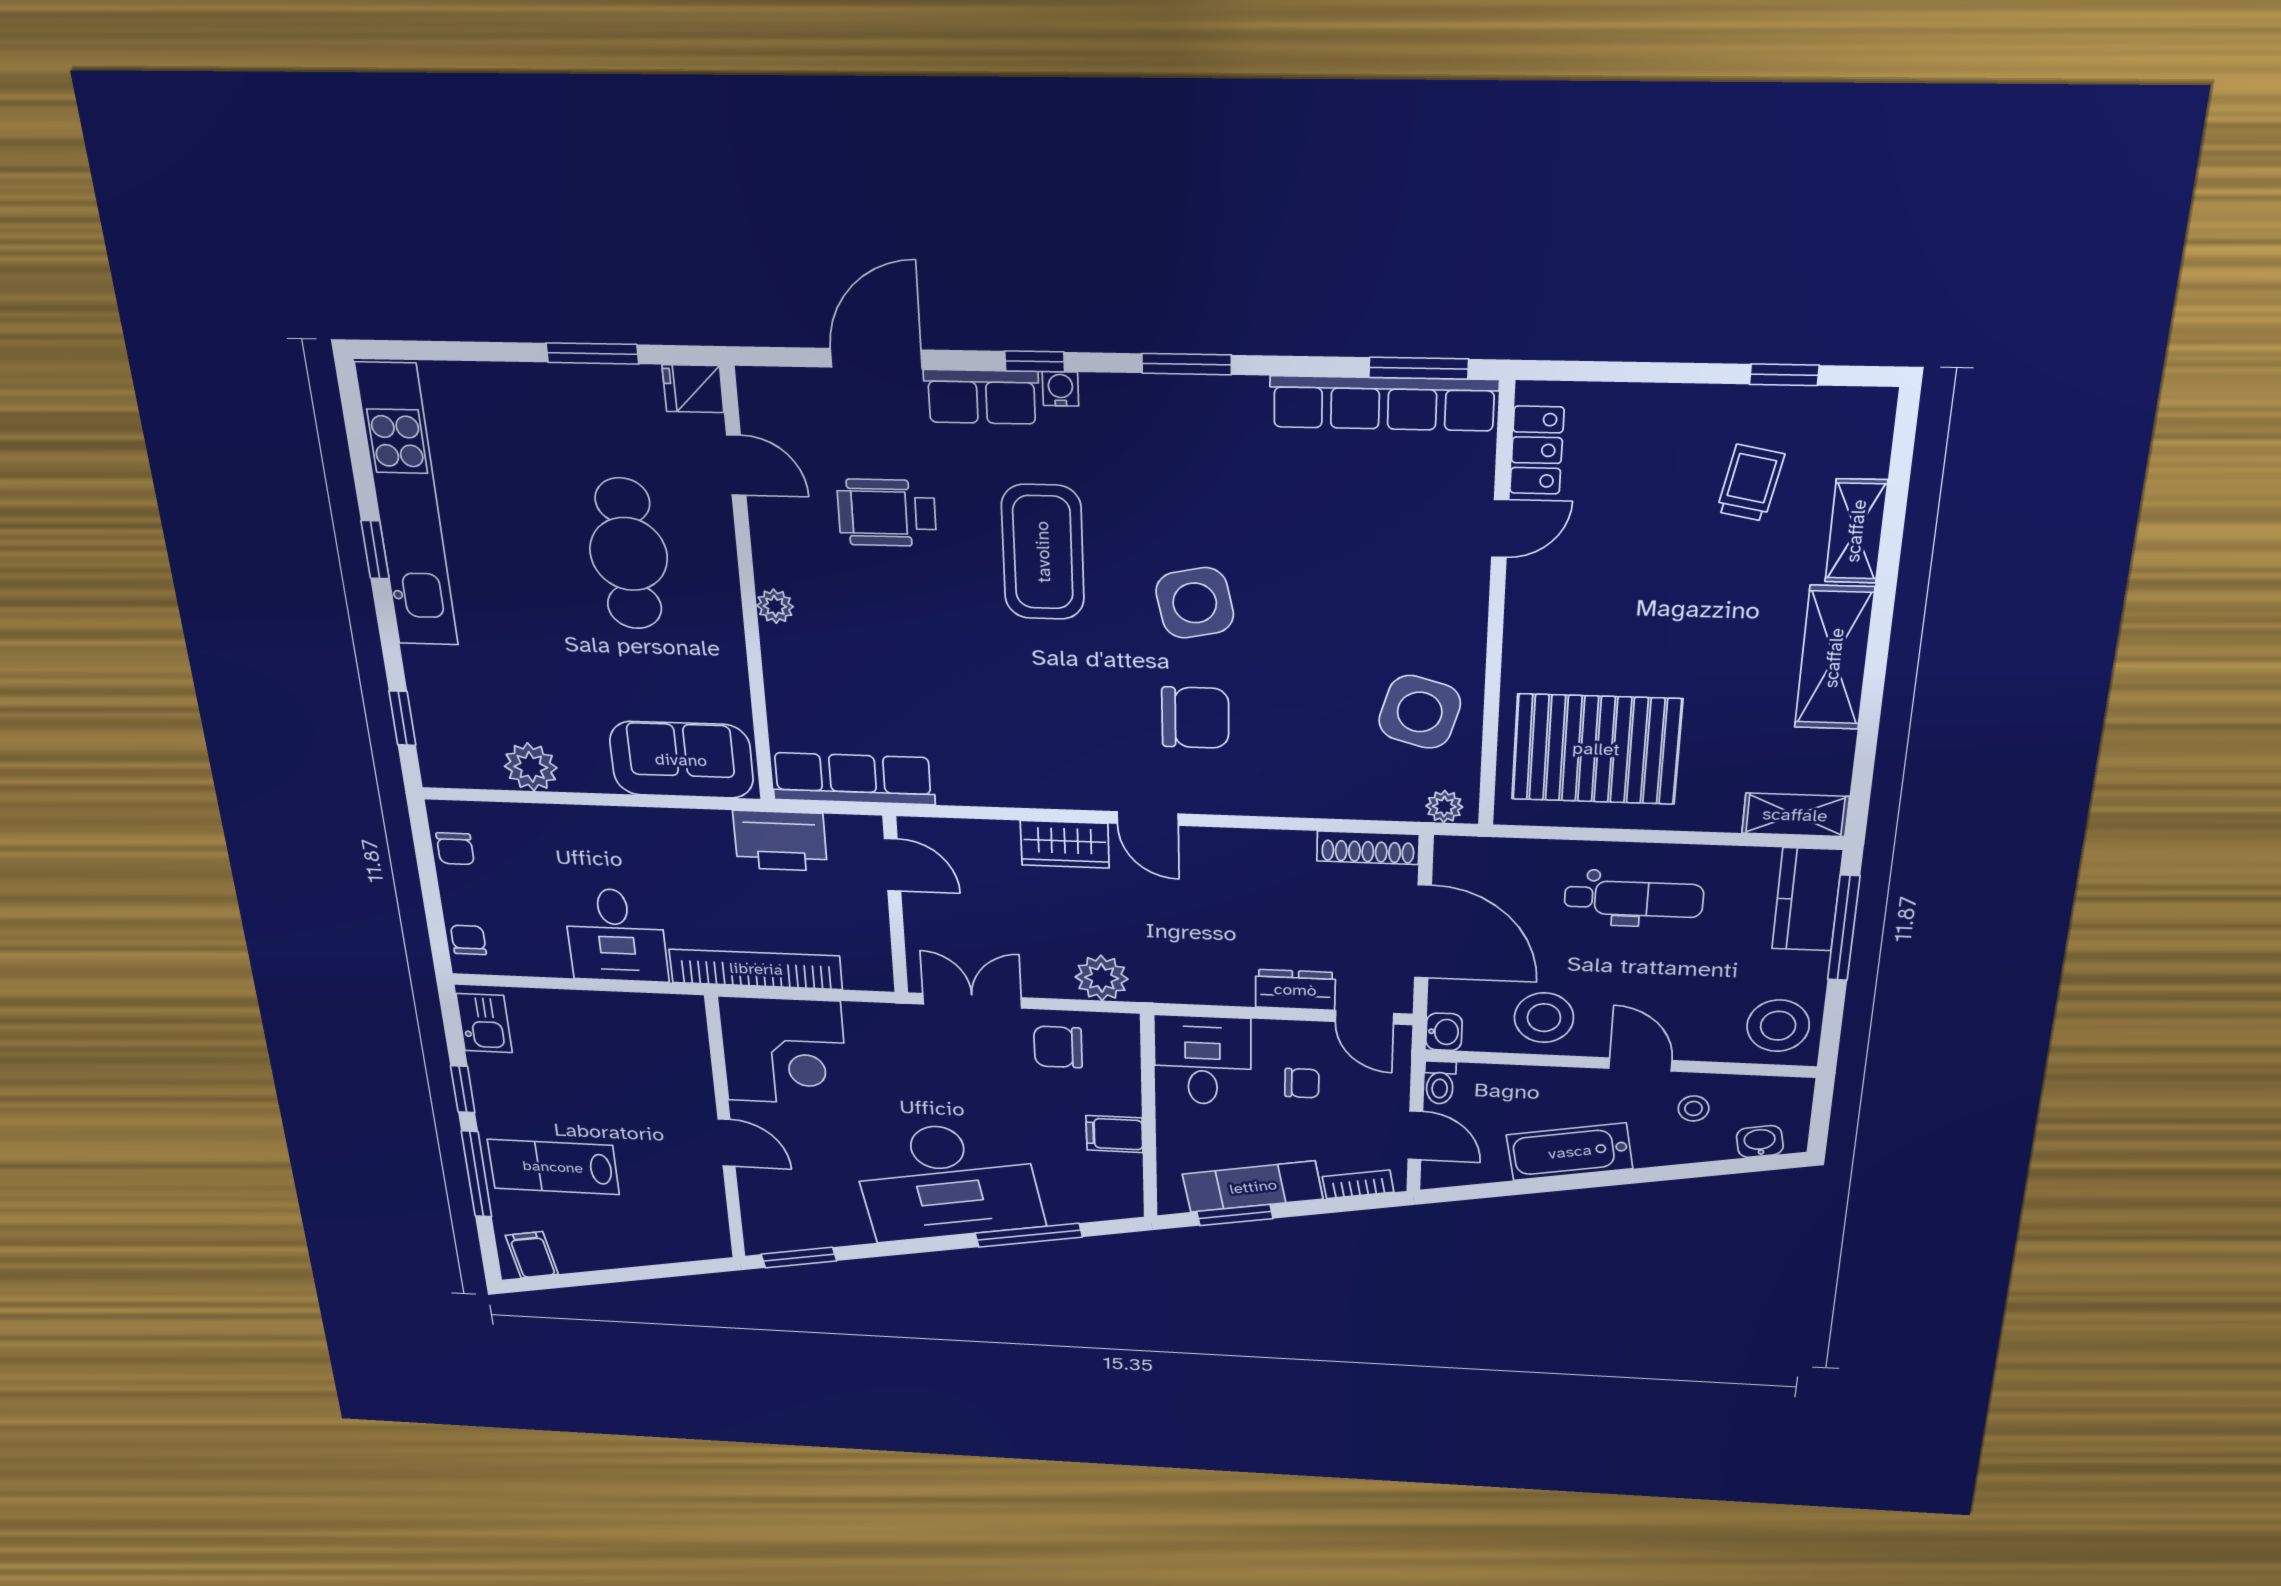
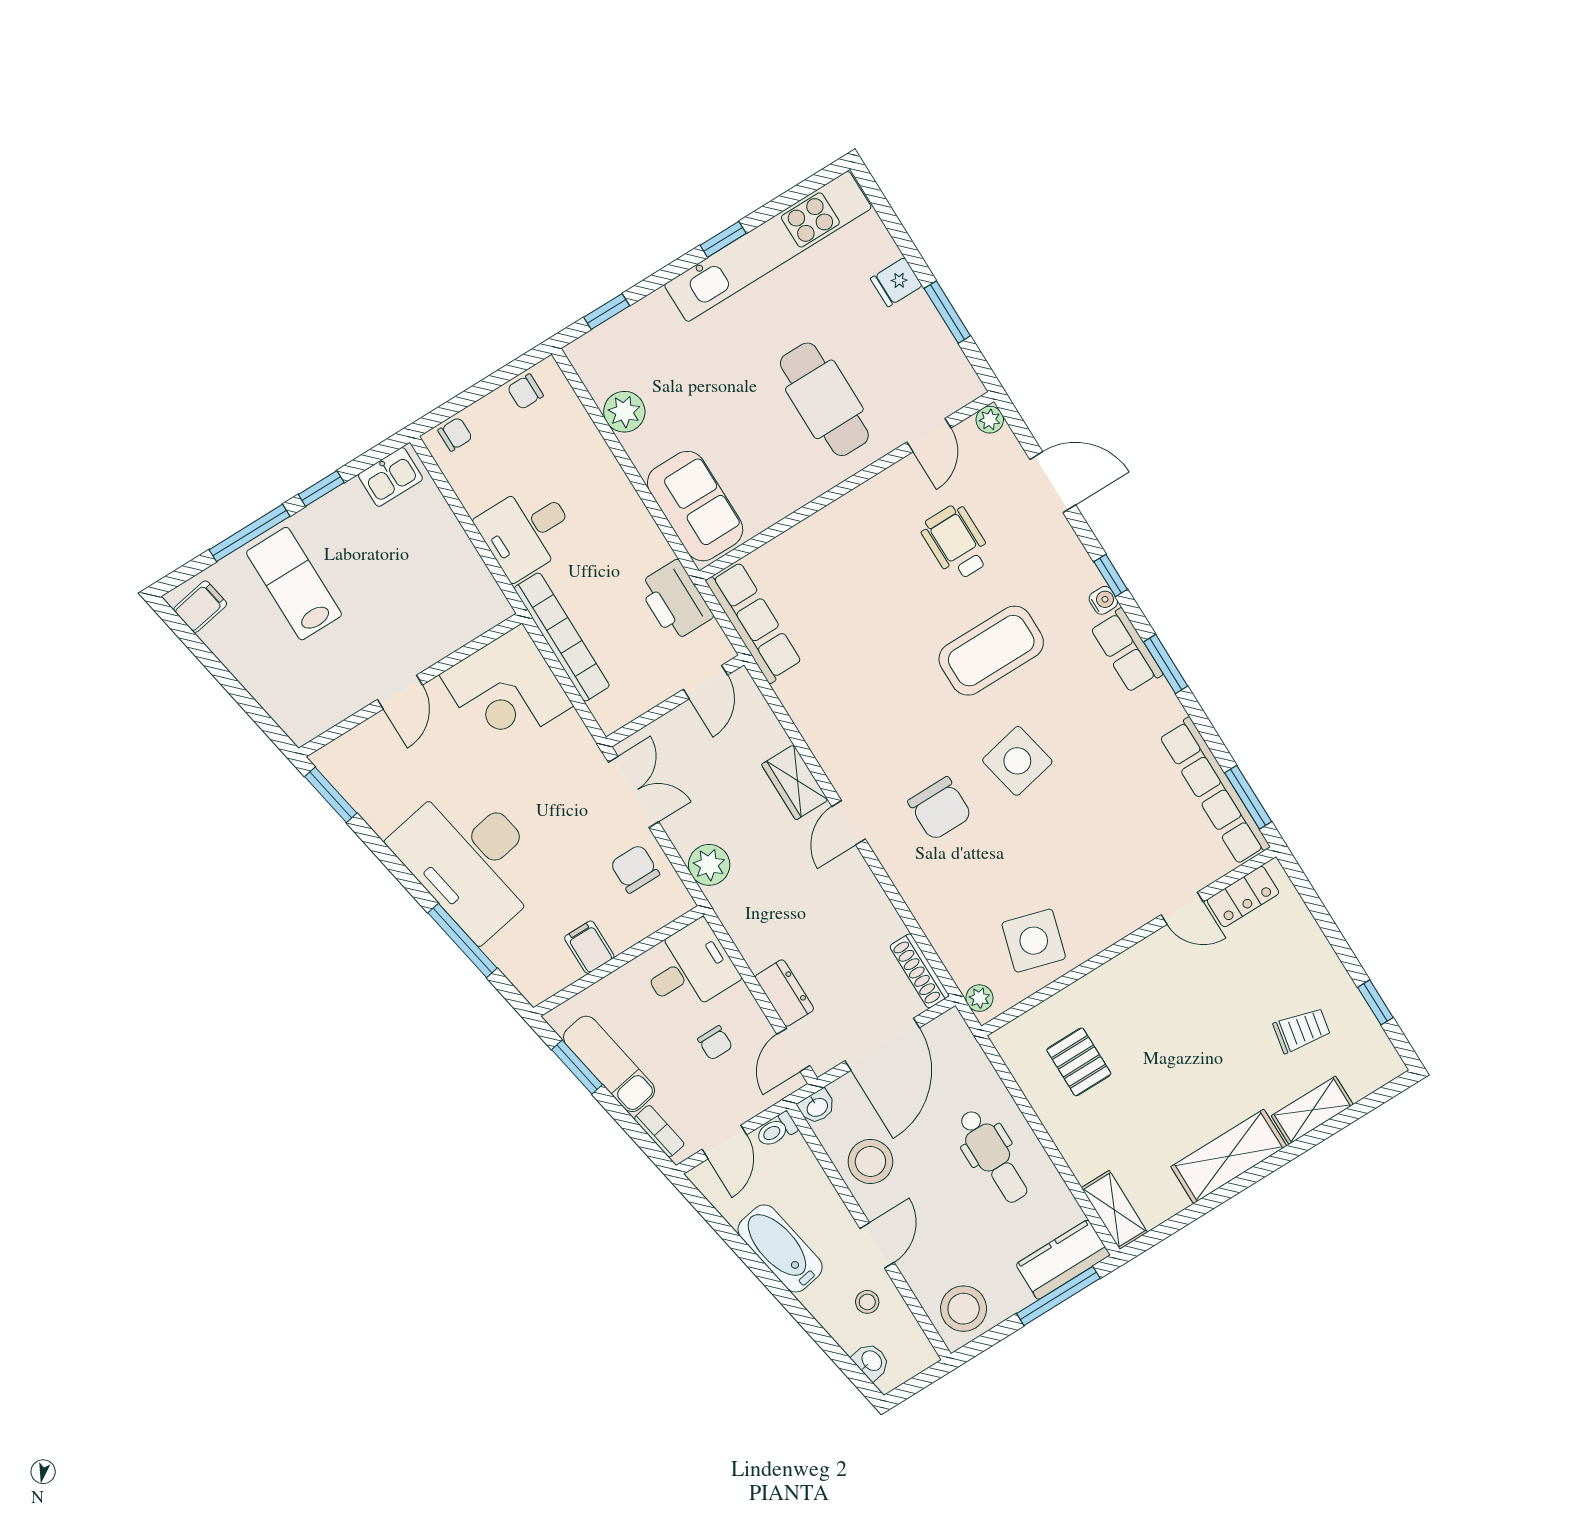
fridge: (693, 389) -> (896, 282), moved, turned -90
row of seats: (982, 397) -> (1126, 651), moved
cafe table: (629, 554) -> (824, 399), turned 90
plant: (775, 606) -> (990, 420), moved
pallet: (1596, 749) -> (1079, 1062), width x0.49, depth x0.50

